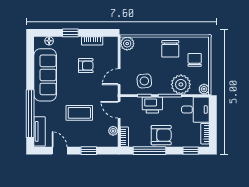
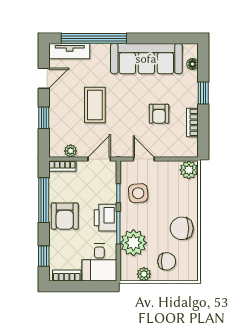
plant: (204, 89) -> (144, 274), moved
printer: (152, 105) -> (106, 218), moved

